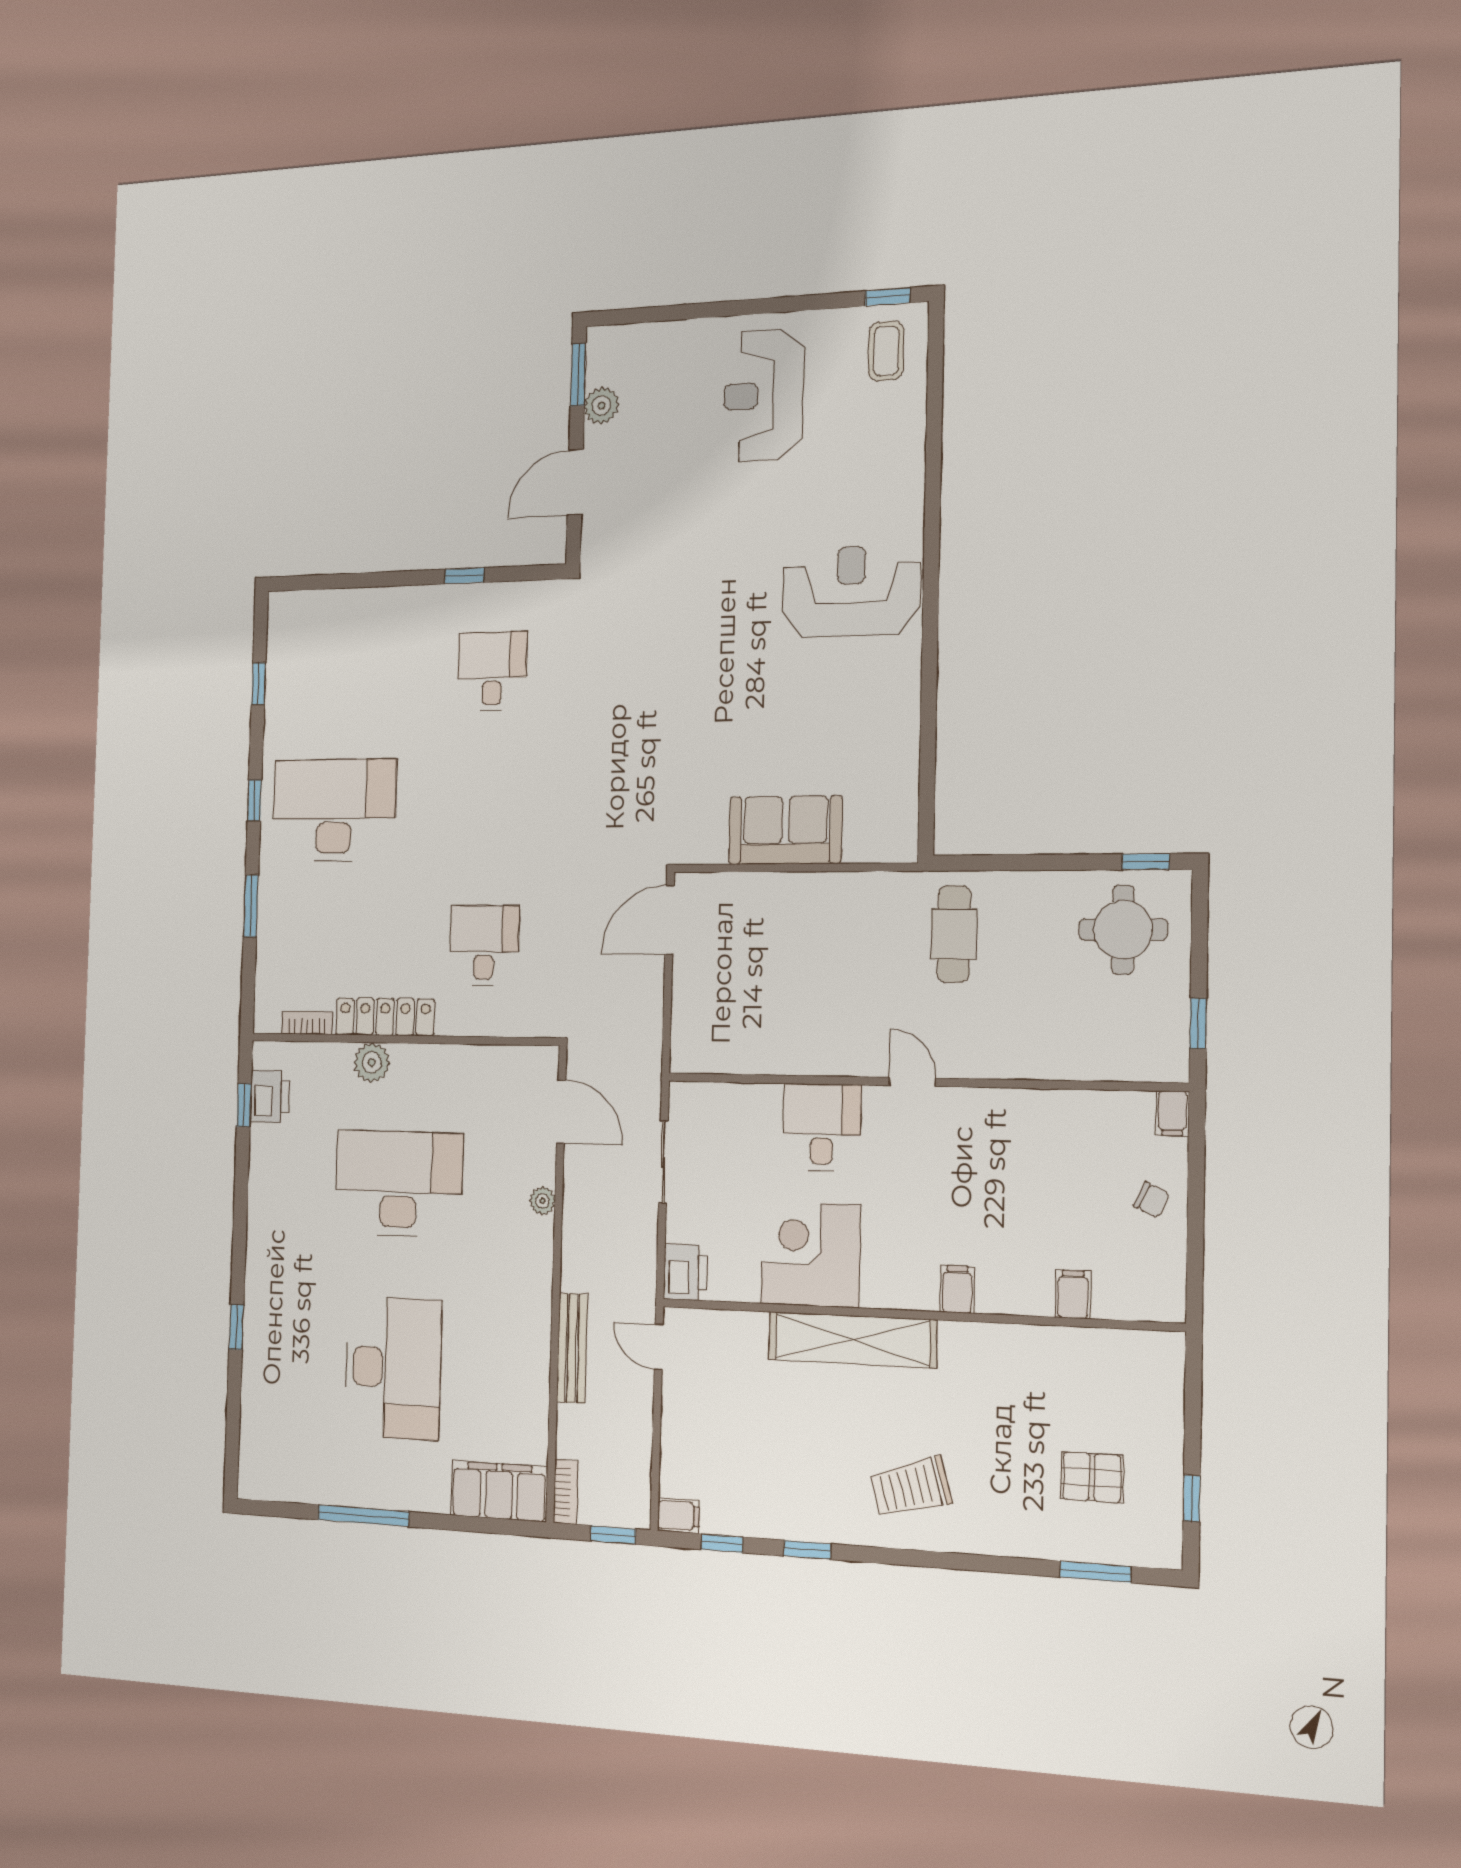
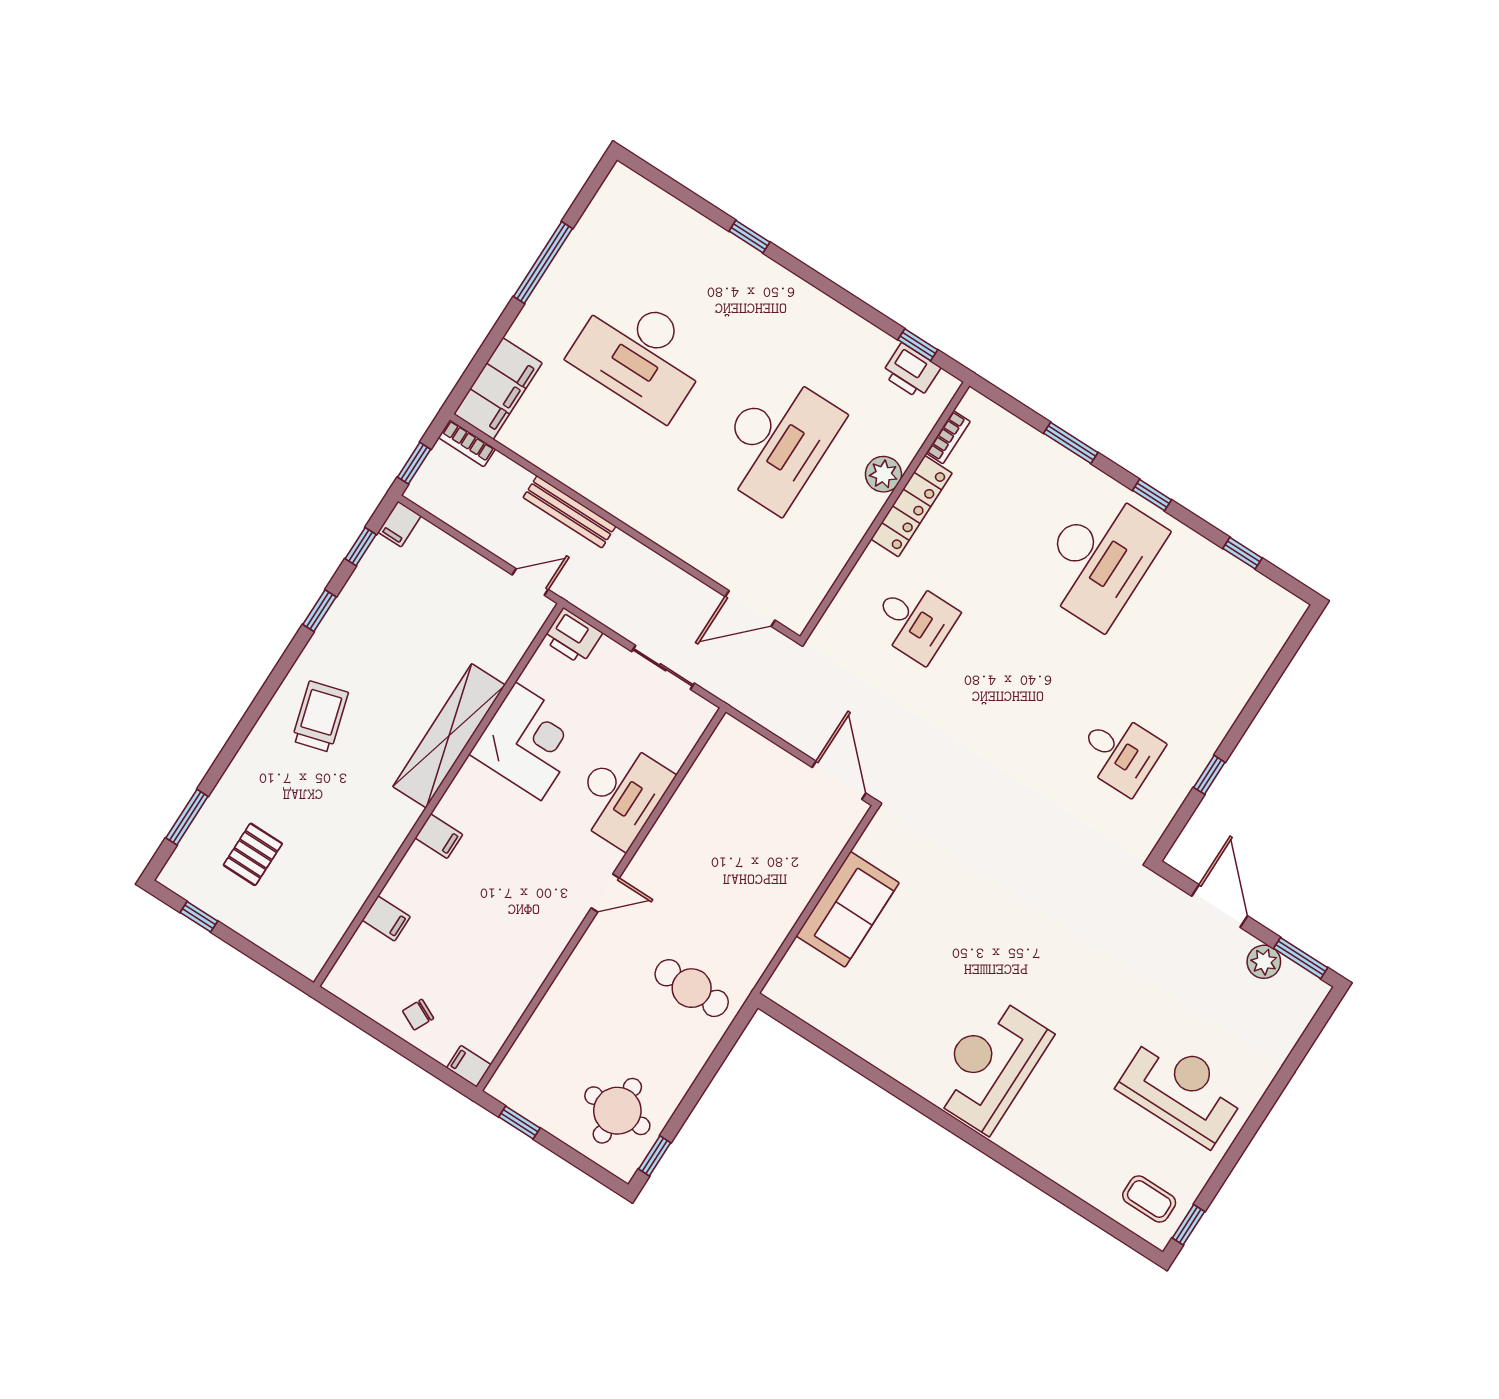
reception desk: (851, 591) -> (990, 1065), turned 180
desk: (822, 1127) -> (621, 794), width x1.37
plant: (542, 1201) -> (693, 553), removed

